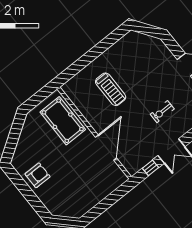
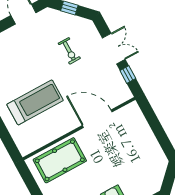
treadmill: (111, 89) -> (35, 102), width x1.37, depth x1.38

